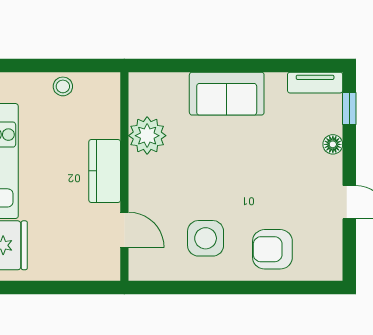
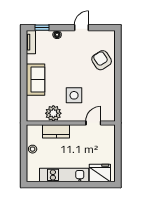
kitchen counter: (105, 171) -> (56, 131), moved
side table: (206, 238) -> (74, 95), moved
armchair: (272, 249) -> (102, 60), turned 147

